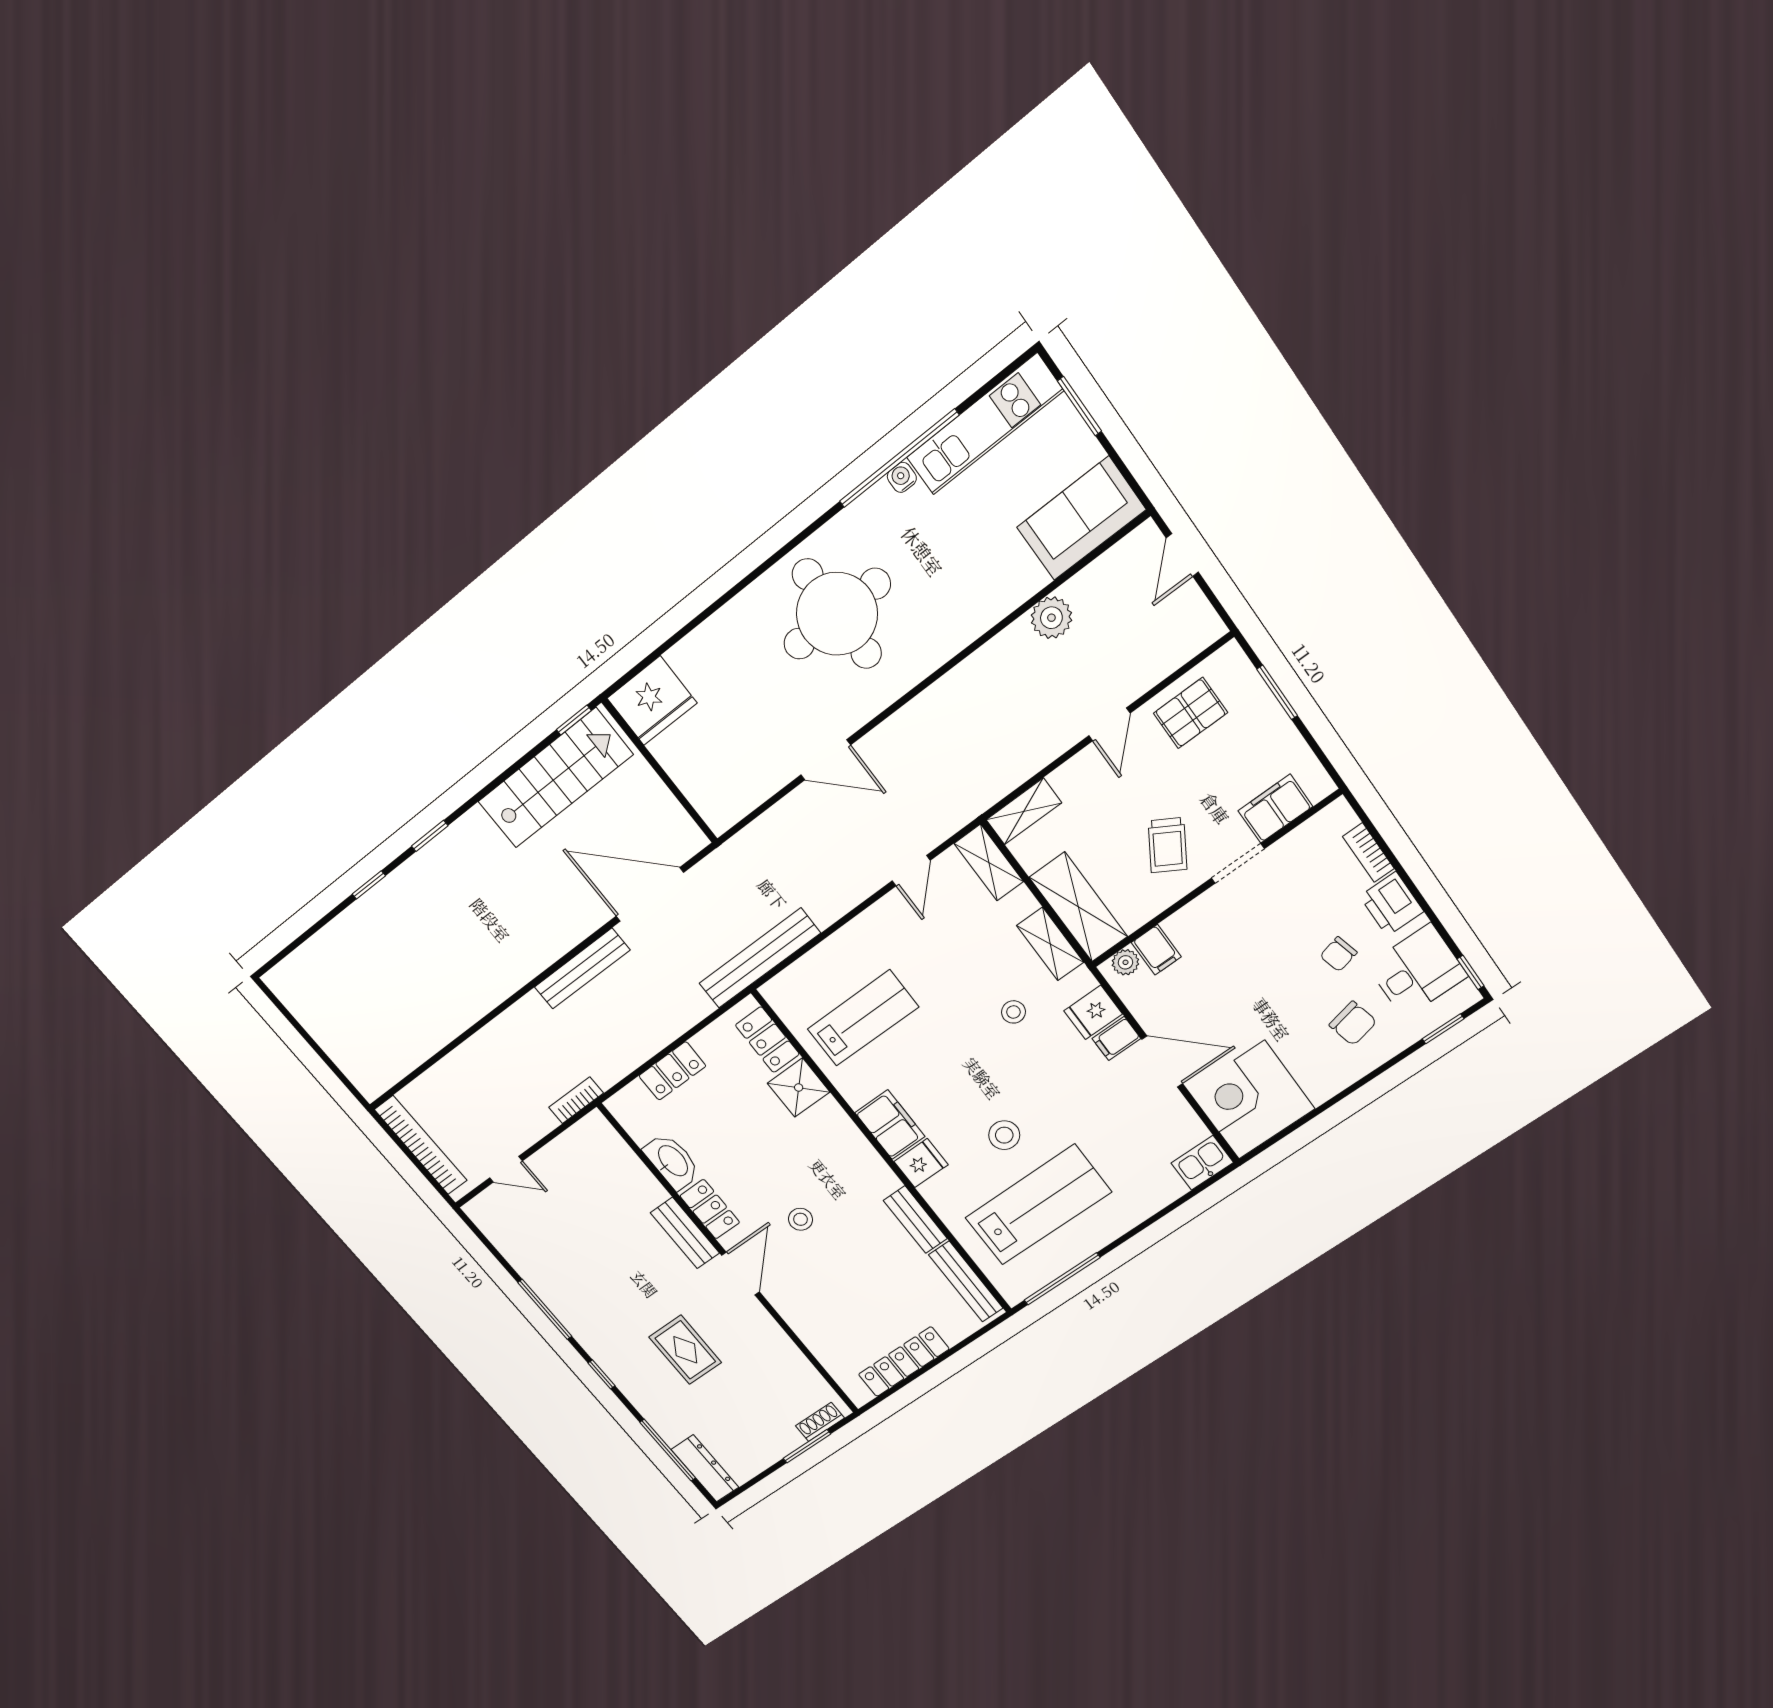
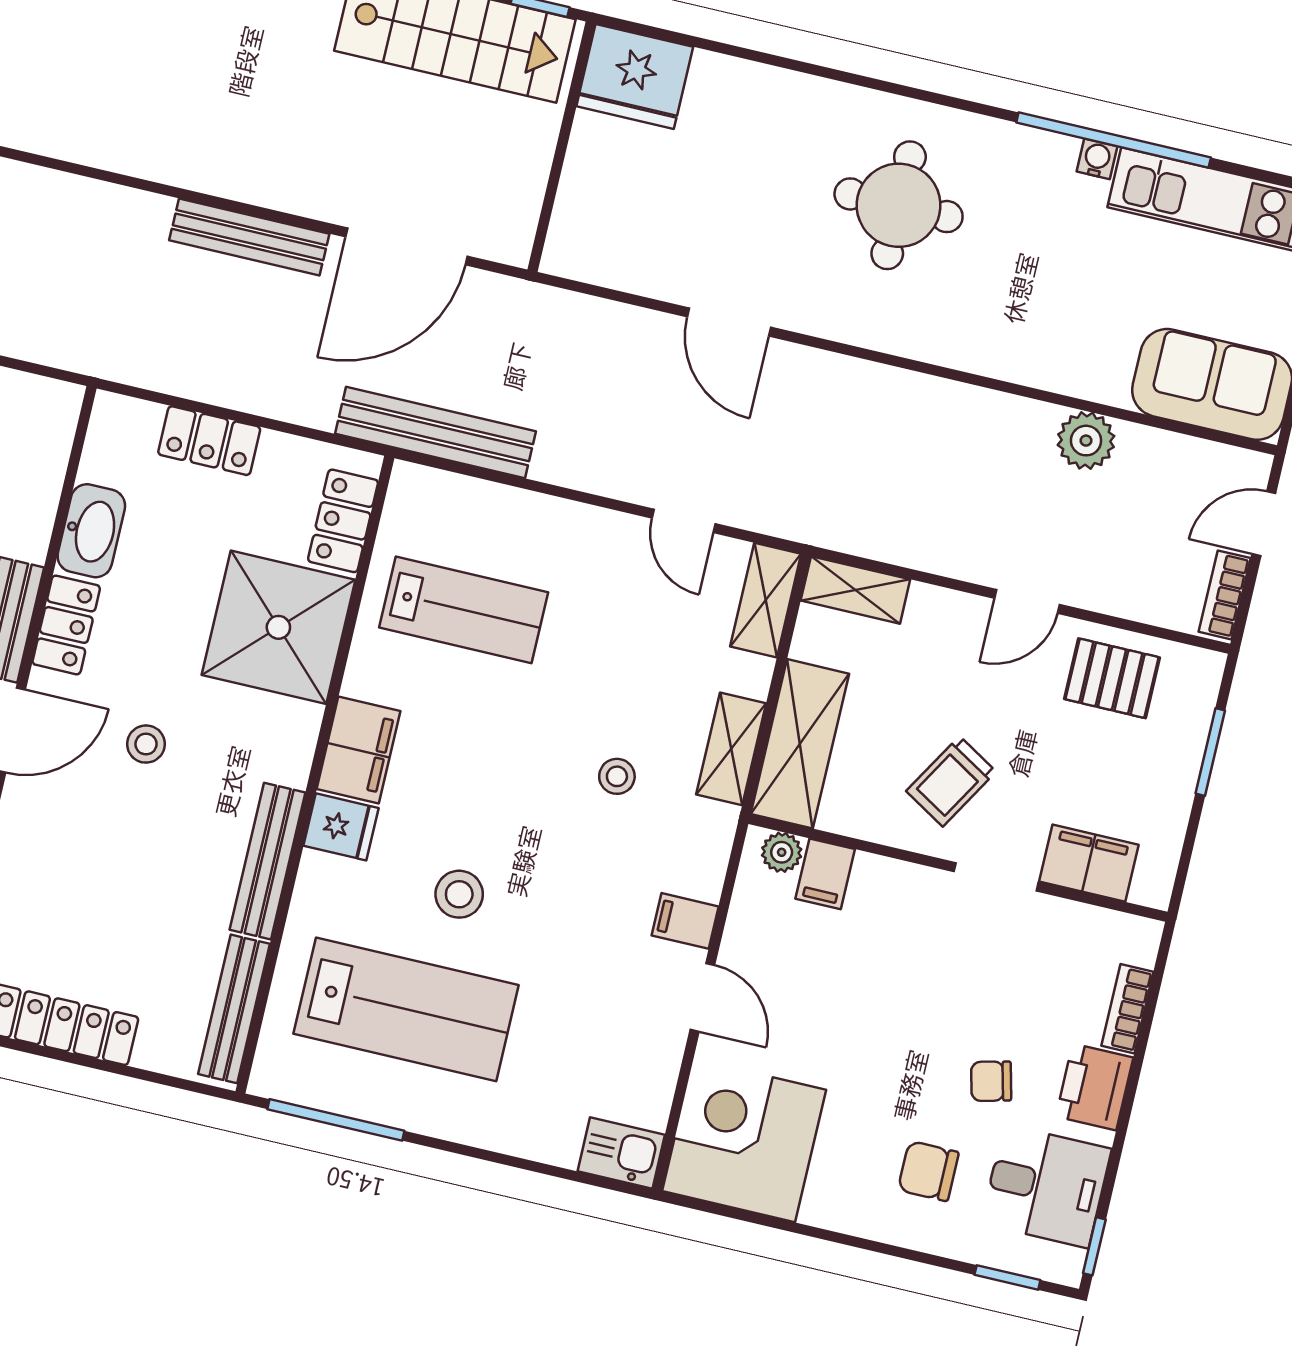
round table: (837, 614) -> (899, 205), width x0.73, depth x0.73
door: (911, 871) -> (684, 521), hinge flipped
door: (650, 894) -> (406, 246), swing flipped
fridge: (1093, 1012) -> (693, 867), removed
chair: (1353, 1023) -> (928, 1171), turned 103
door: (1162, 1062) -> (702, 997), width x0.73
shower: (799, 1088) -> (278, 627), width x1.86, depth x1.86
bookcase: (576, 1100) -> (1225, 595), moved, turned -90
bench: (915, 1220) -> (268, 861), width x1.36

